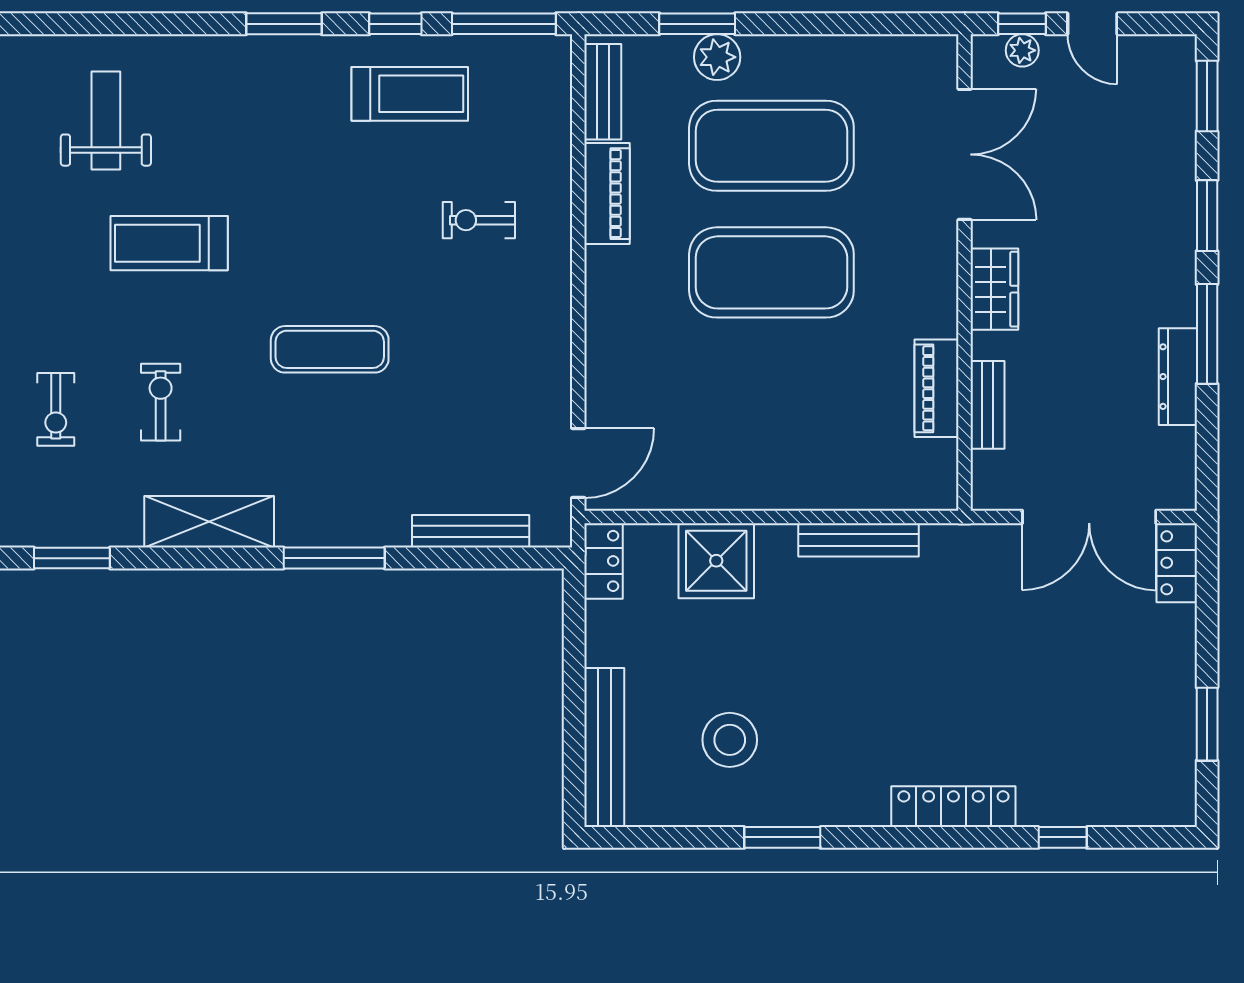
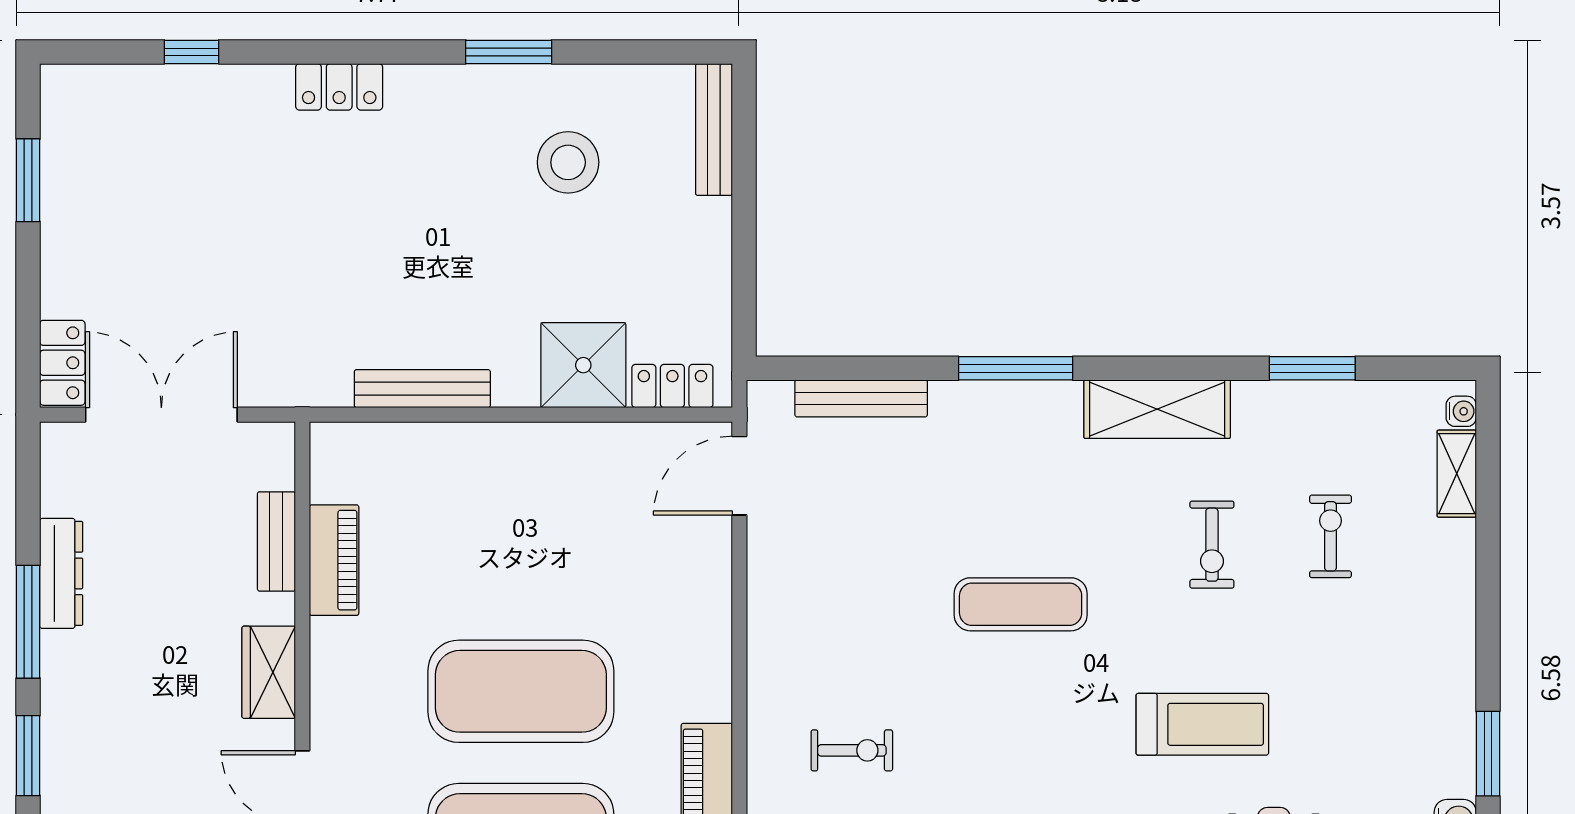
locker: (604, 561) -> (672, 386), moved, turned 90
bench: (604, 748) -> (714, 130), width x0.73, depth x0.82
locker: (953, 807) -> (339, 87), width x0.66

